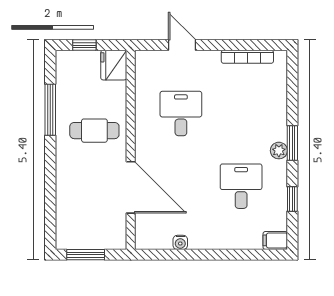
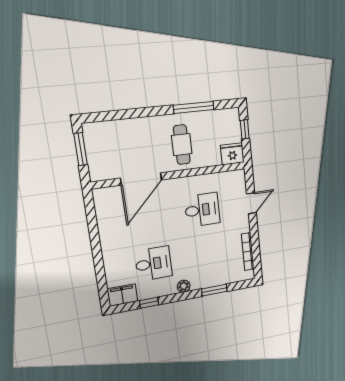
window: (292, 143) -> (214, 290), moved
filing cabinet: (275, 240) -> (122, 295), width x2.00
water cooler: (180, 242) -> (103, 224), removed

